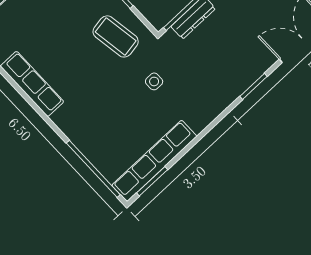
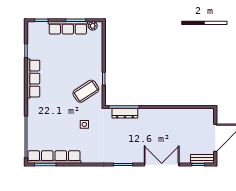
coffee table: (116, 36) -> (86, 91), turned 66

